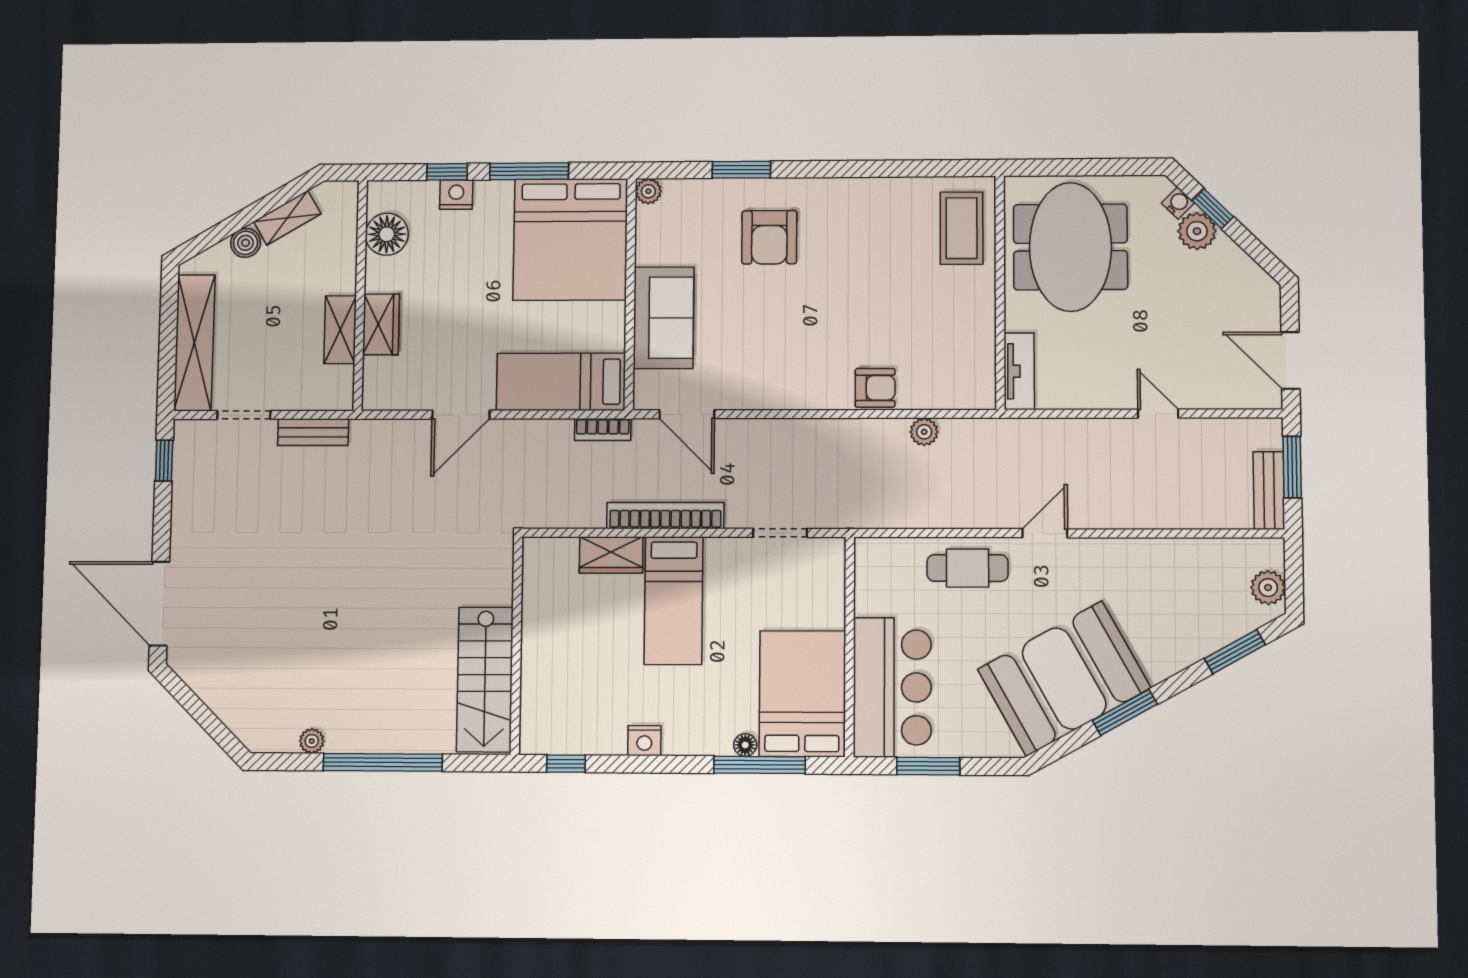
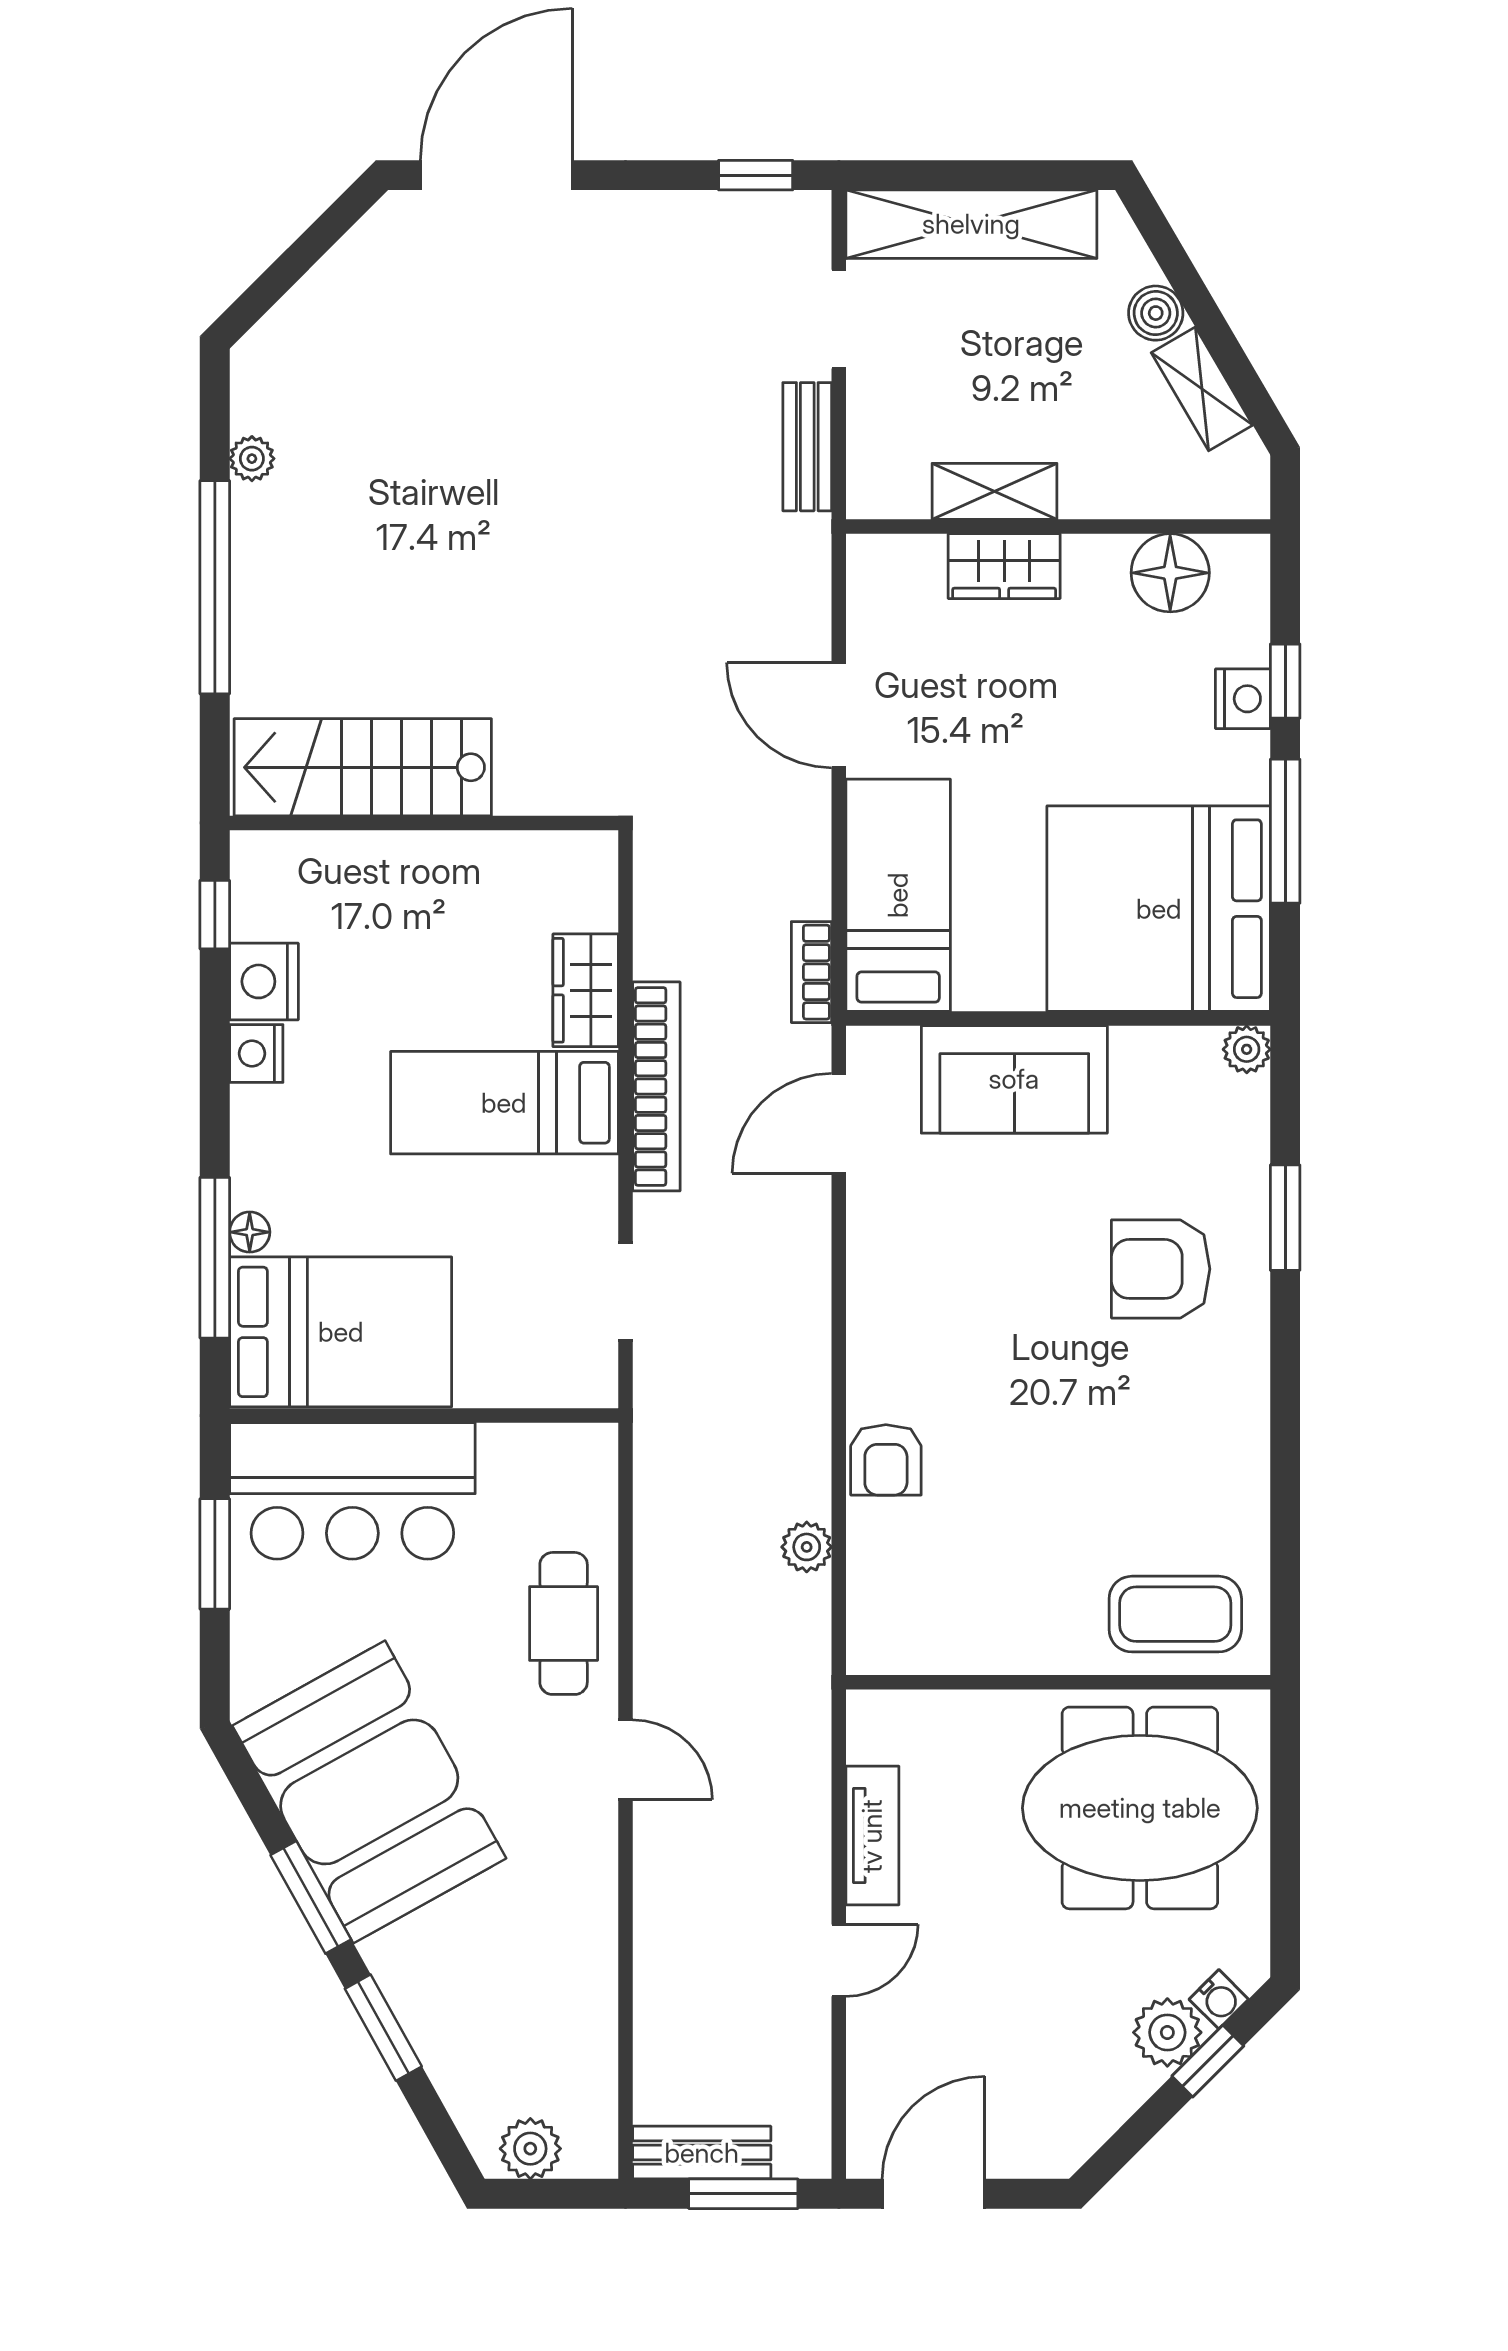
tv unit: (1019, 371) -> (872, 1836), moved, turned -90
window: (1235, 652) -> (383, 2028), moved
nightstand: (604, 736) -> (264, 981), added

